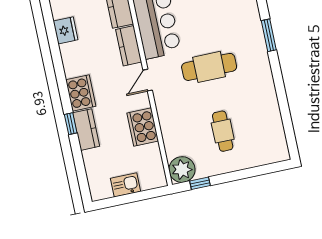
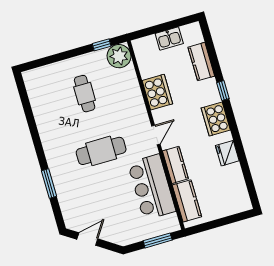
fridge: (66, 30) -> (227, 153), moved
kitchen counter: (86, 130) -> (201, 62), moved

